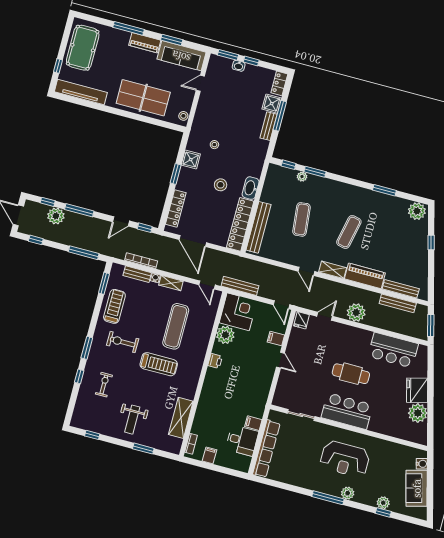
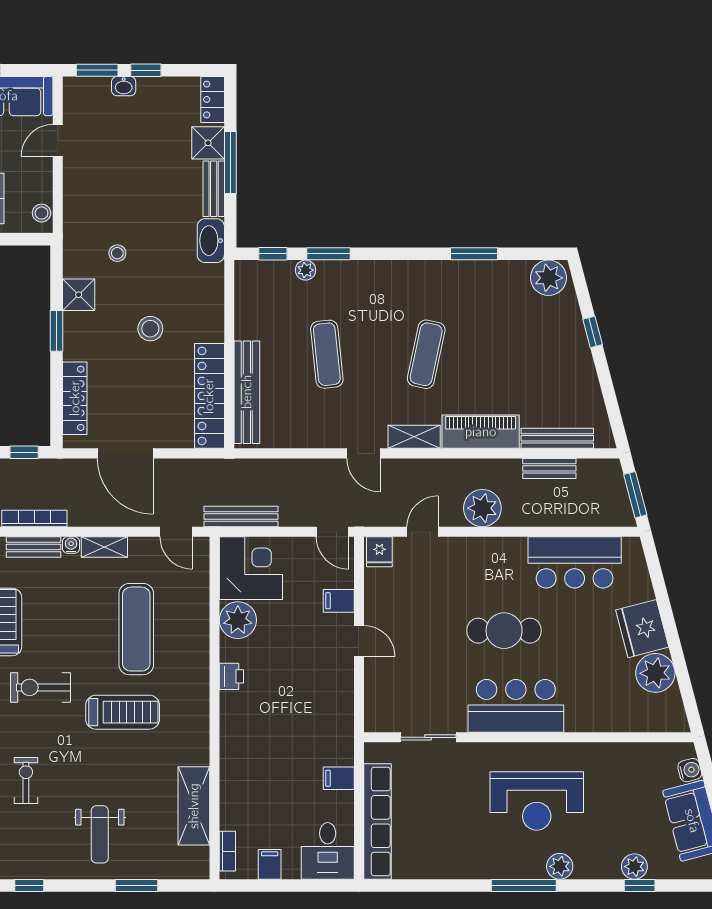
washbasin: (251, 188) -> (211, 241), moved
bench: (398, 303) -> (549, 468), width x0.73
desk: (242, 440) -> (328, 851), moved, turned 90

